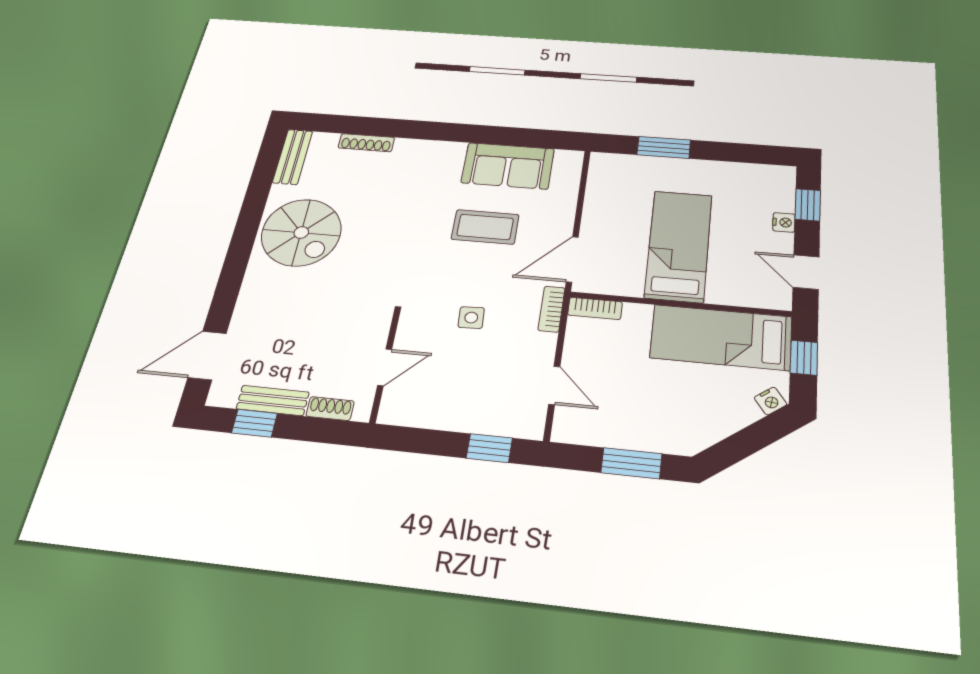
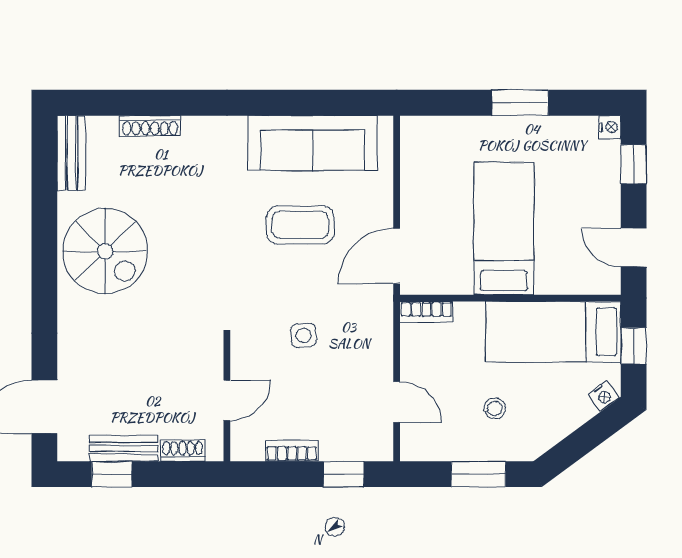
window: (664, 147) -> (520, 103), moved
sofa: (508, 166) -> (312, 143), width x1.36
nightstand: (784, 222) -> (610, 127), moved
bookcase: (552, 309) -> (292, 451), moved, turned 90
stool: (655, 401) -> (495, 408), added

